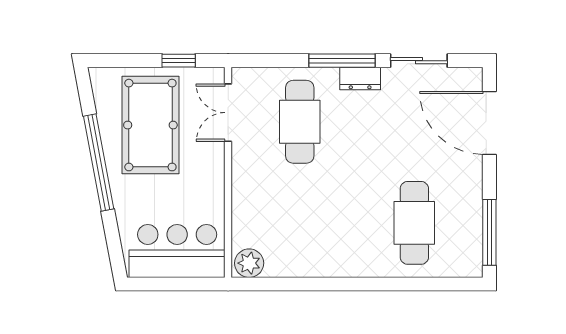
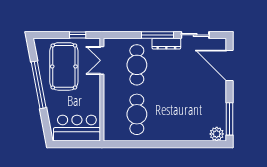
dresser: (360, 78) -> (166, 44), width x1.44
cafe table: (414, 223) -> (137, 114), moved
plant: (249, 263) -> (217, 134), moved

